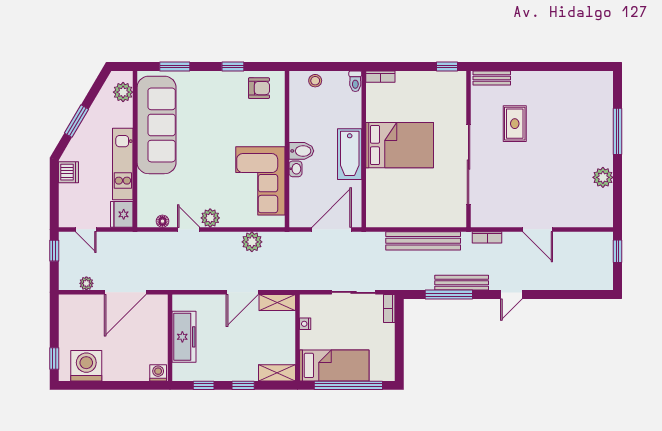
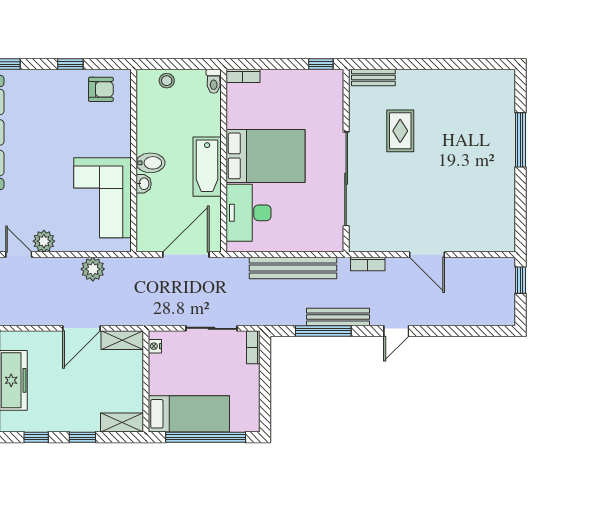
plant: (603, 177) -> (503, 194), removed
desk: (385, 194) -> (248, 213), added
nightstand: (305, 324) -> (155, 346), moved

